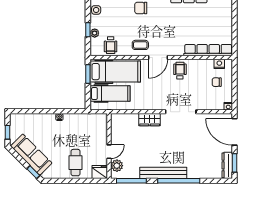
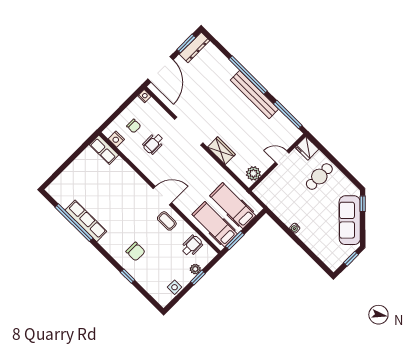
row of seats: (208, 50) -> (104, 150), width x0.50
wheelchair: (180, 71) -> (153, 144), moved
hospital bed: (115, 72) -> (215, 224), width x0.73, depth x0.78
plant: (117, 166) -> (253, 173), moved

